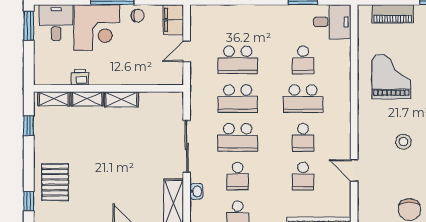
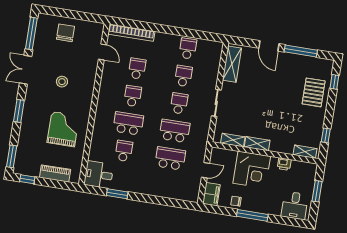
window: (29, 26) -> (317, 191), moved
corner desk: (97, 27) -> (252, 170), moved, turned 180
grand piano: (391, 77) -> (63, 129), turned 180
shelving: (87, 99) -> (233, 140), moved
school desk: (238, 137) -> (179, 103), width x0.54
sliding door: (187, 146) -> (216, 103), width x0.73
door: (354, 171) -> (102, 52), moved
washbasin: (196, 191) -> (214, 70), removed

